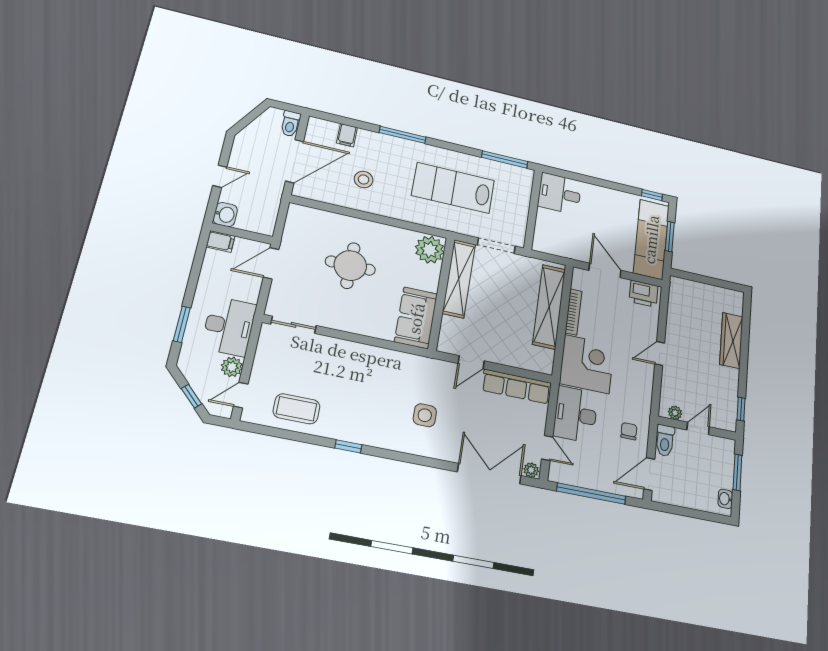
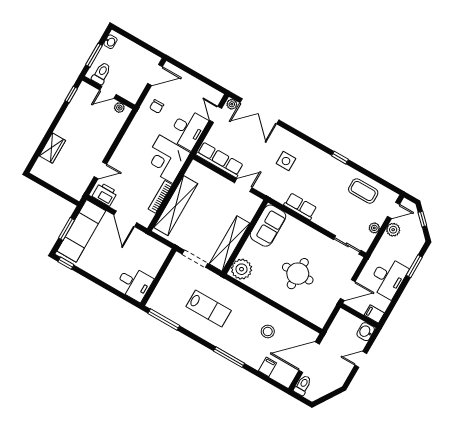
lab bench: (453, 188) -> (209, 308), width x0.73, depth x0.72
desk: (229, 326) -> (388, 278), moved, turned 180
wardrobe: (731, 340) -> (52, 148), width x0.67
door: (660, 353) -> (100, 170), moved
row of seats: (381, 358) -> (300, 206), added
plant: (261, 361) -> (374, 228), added
toilet: (665, 440) -> (101, 73), moved
window: (591, 494) -> (199, 76), removed

